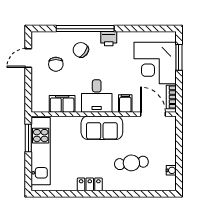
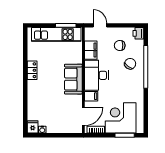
printer: (109, 39) -> (138, 33), moved
door: (28, 58) -> (100, 25), moved
desk: (97, 96) -> (96, 75), width x1.37
cafe table: (131, 163) -> (48, 101), removed
fridge: (167, 184) -> (33, 127), added

